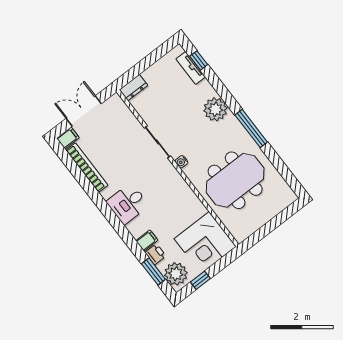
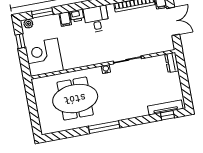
tv unit: (191, 68) -> (165, 107), width x1.41
plant: (215, 109) -> (129, 110), removed
meeting table: (235, 180) -> (75, 99), turned 90
printer: (155, 254) -> (77, 16), moved
plant: (176, 274) -> (28, 24), width x0.53, depth x0.53

